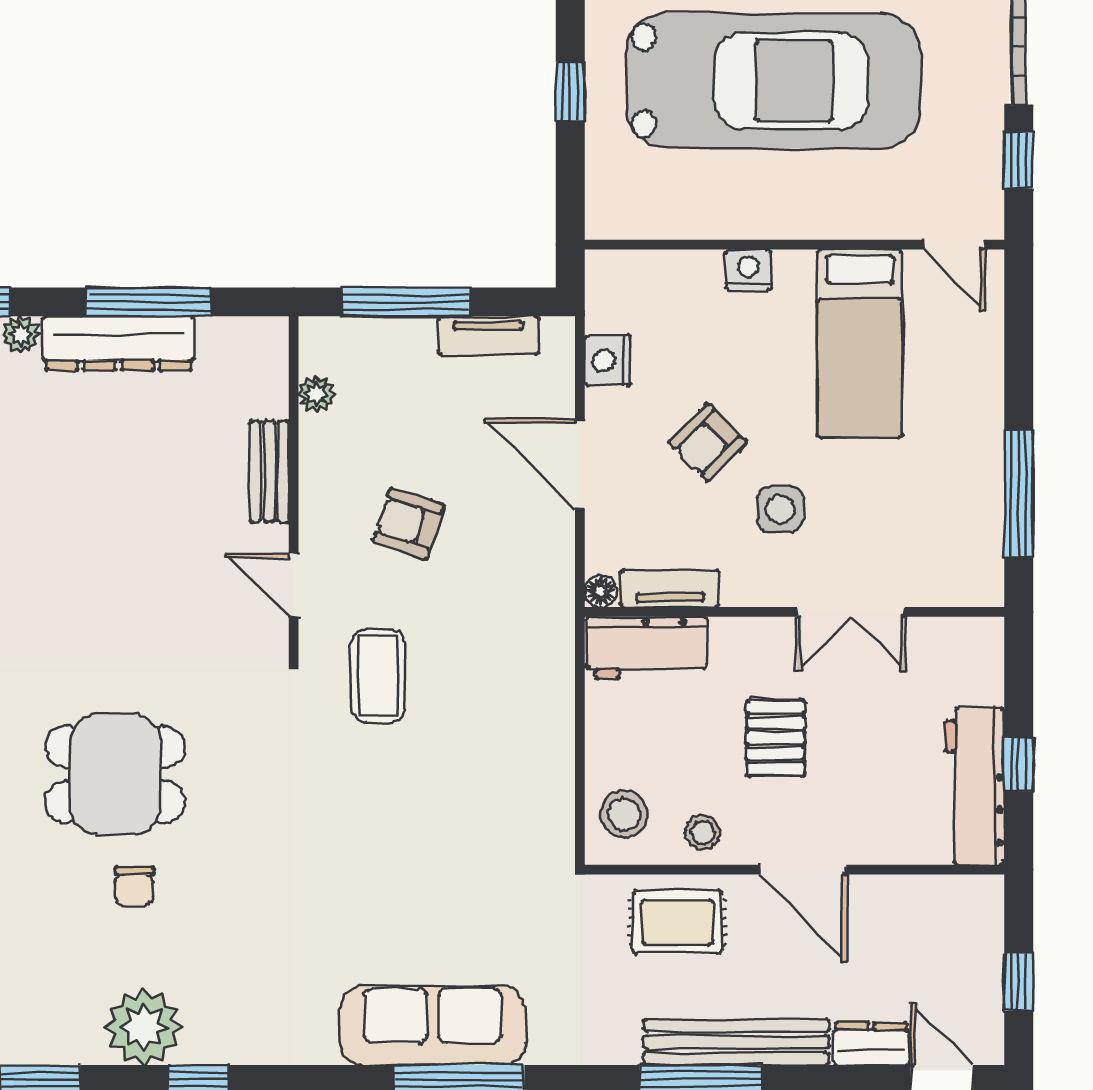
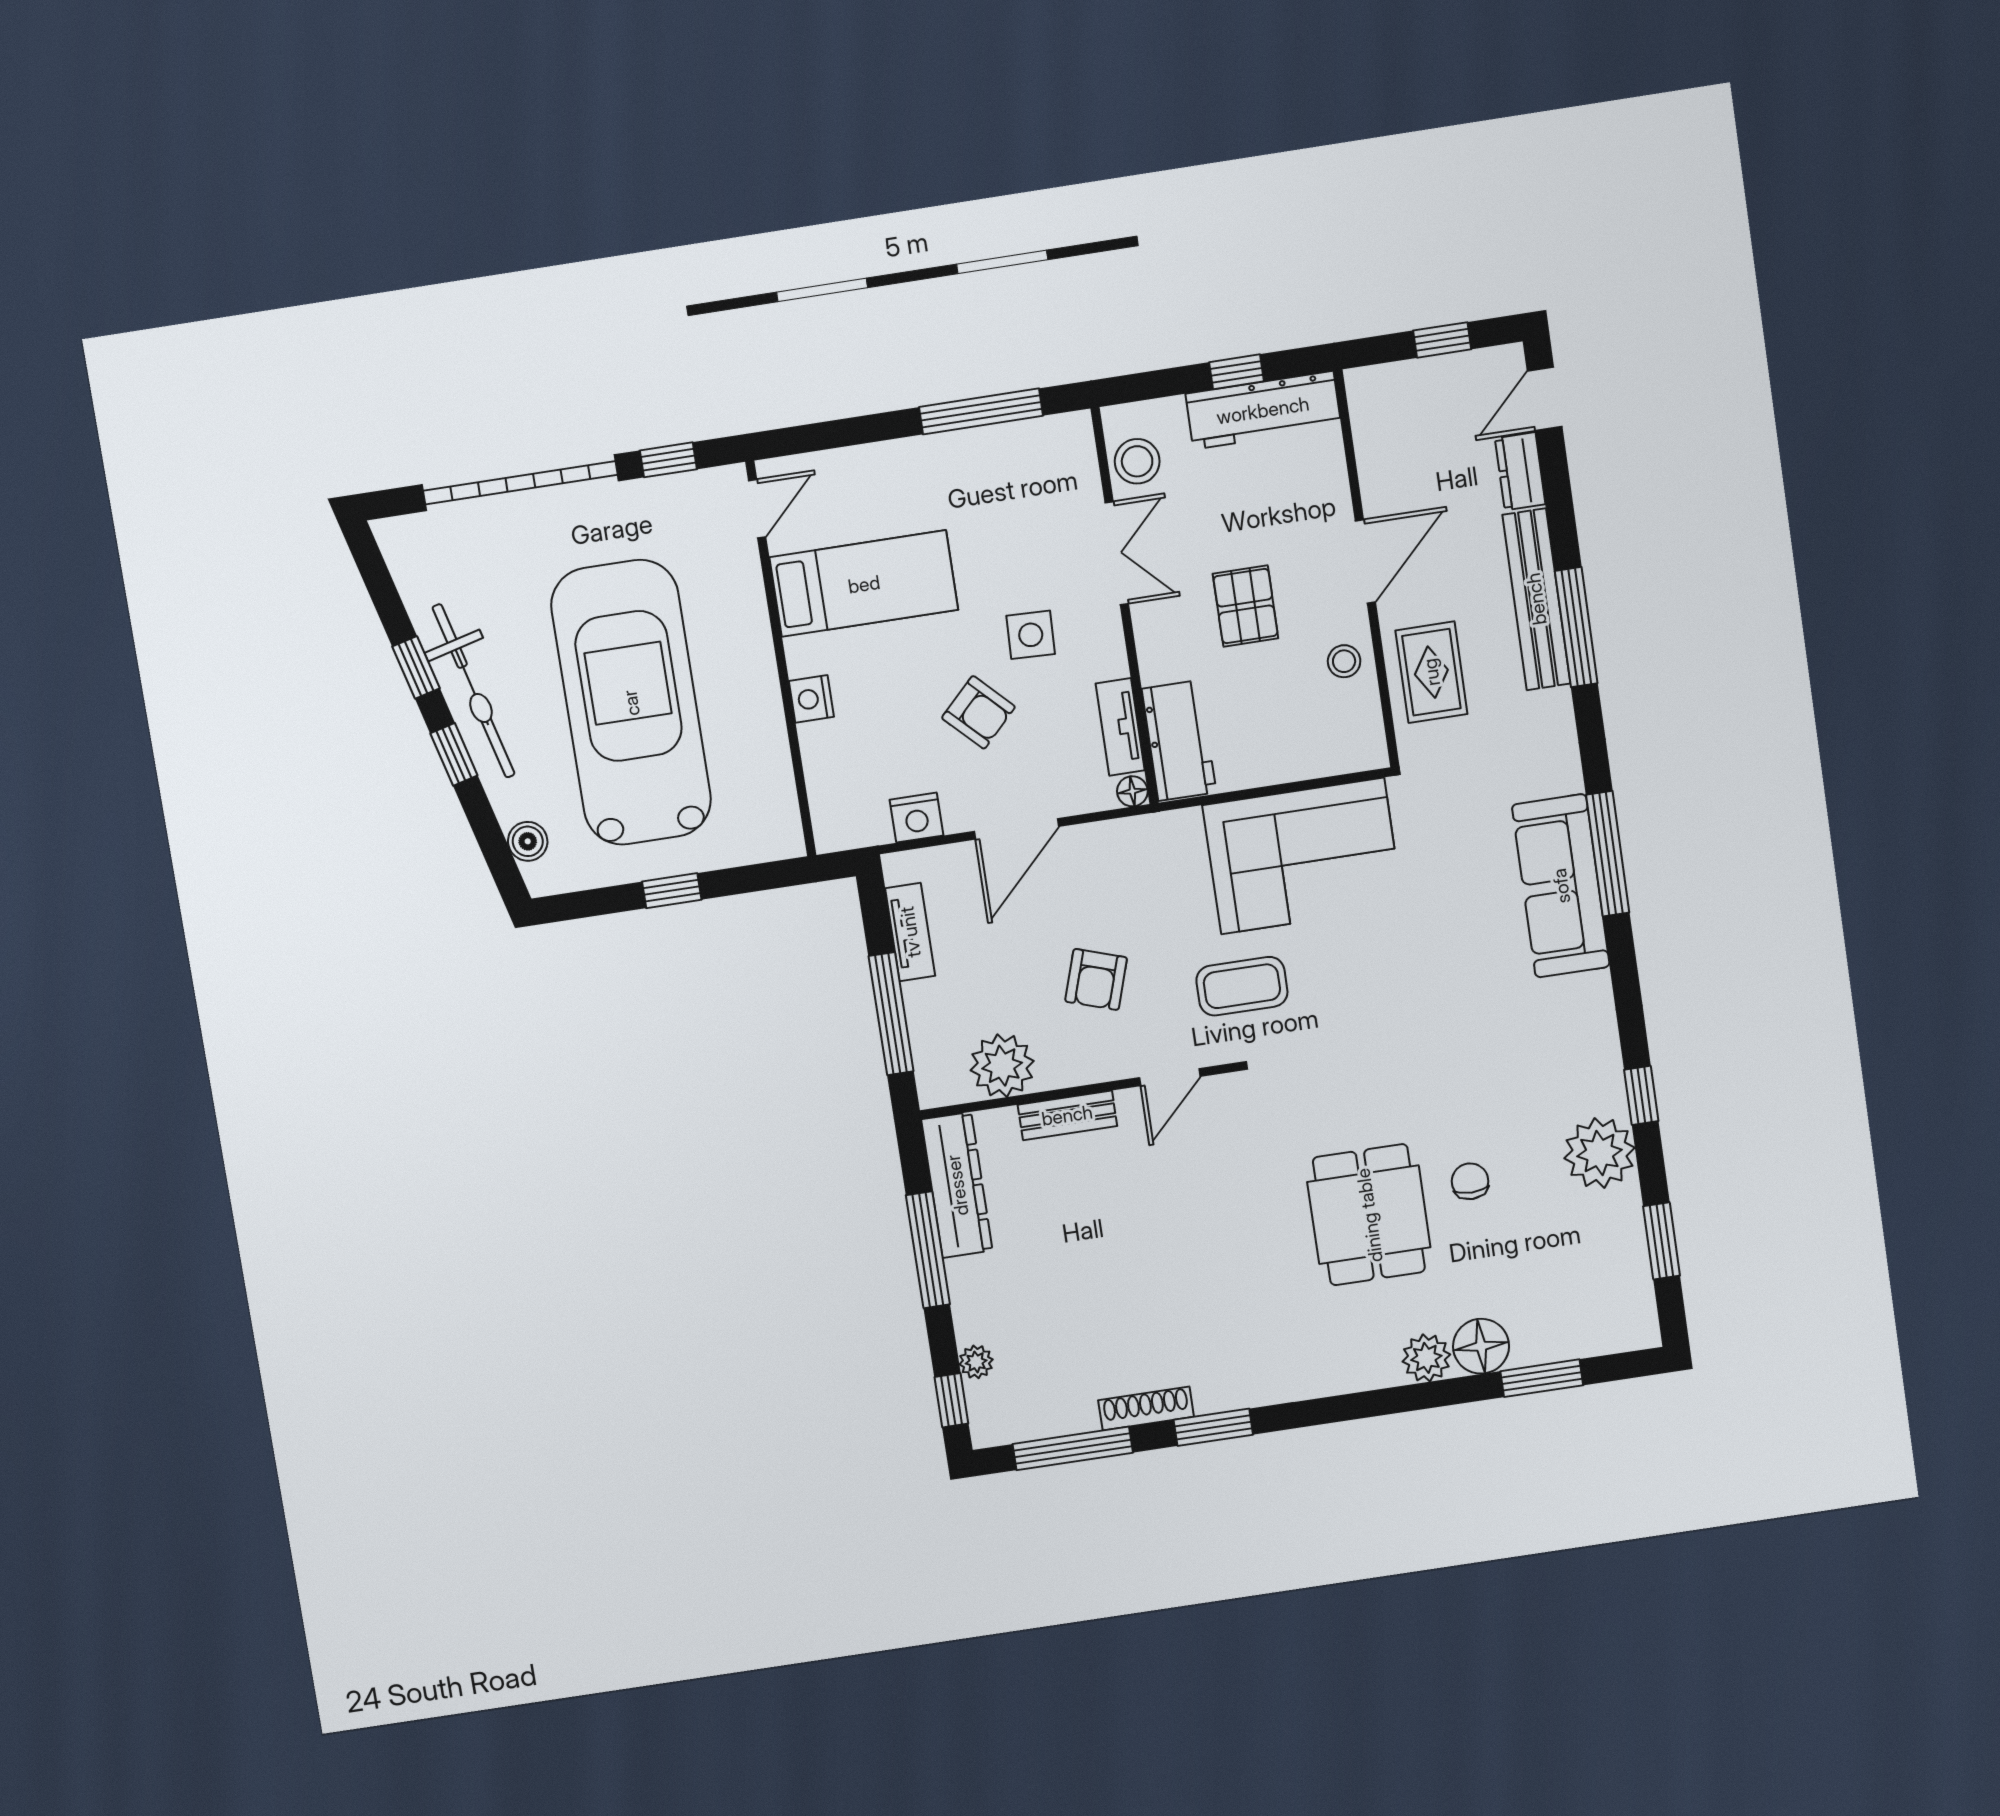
dresser: (118, 343) -> (957, 1185), moved
plant: (317, 395) -> (1002, 1066), width x1.87, depth x1.87
pallet: (776, 738) -> (1245, 606), turned 90
corner sofa: (506, 759) -> (1303, 856), added
stool: (624, 814) -> (1137, 461), moved
chair: (134, 886) -> (1470, 1181), turned -90

